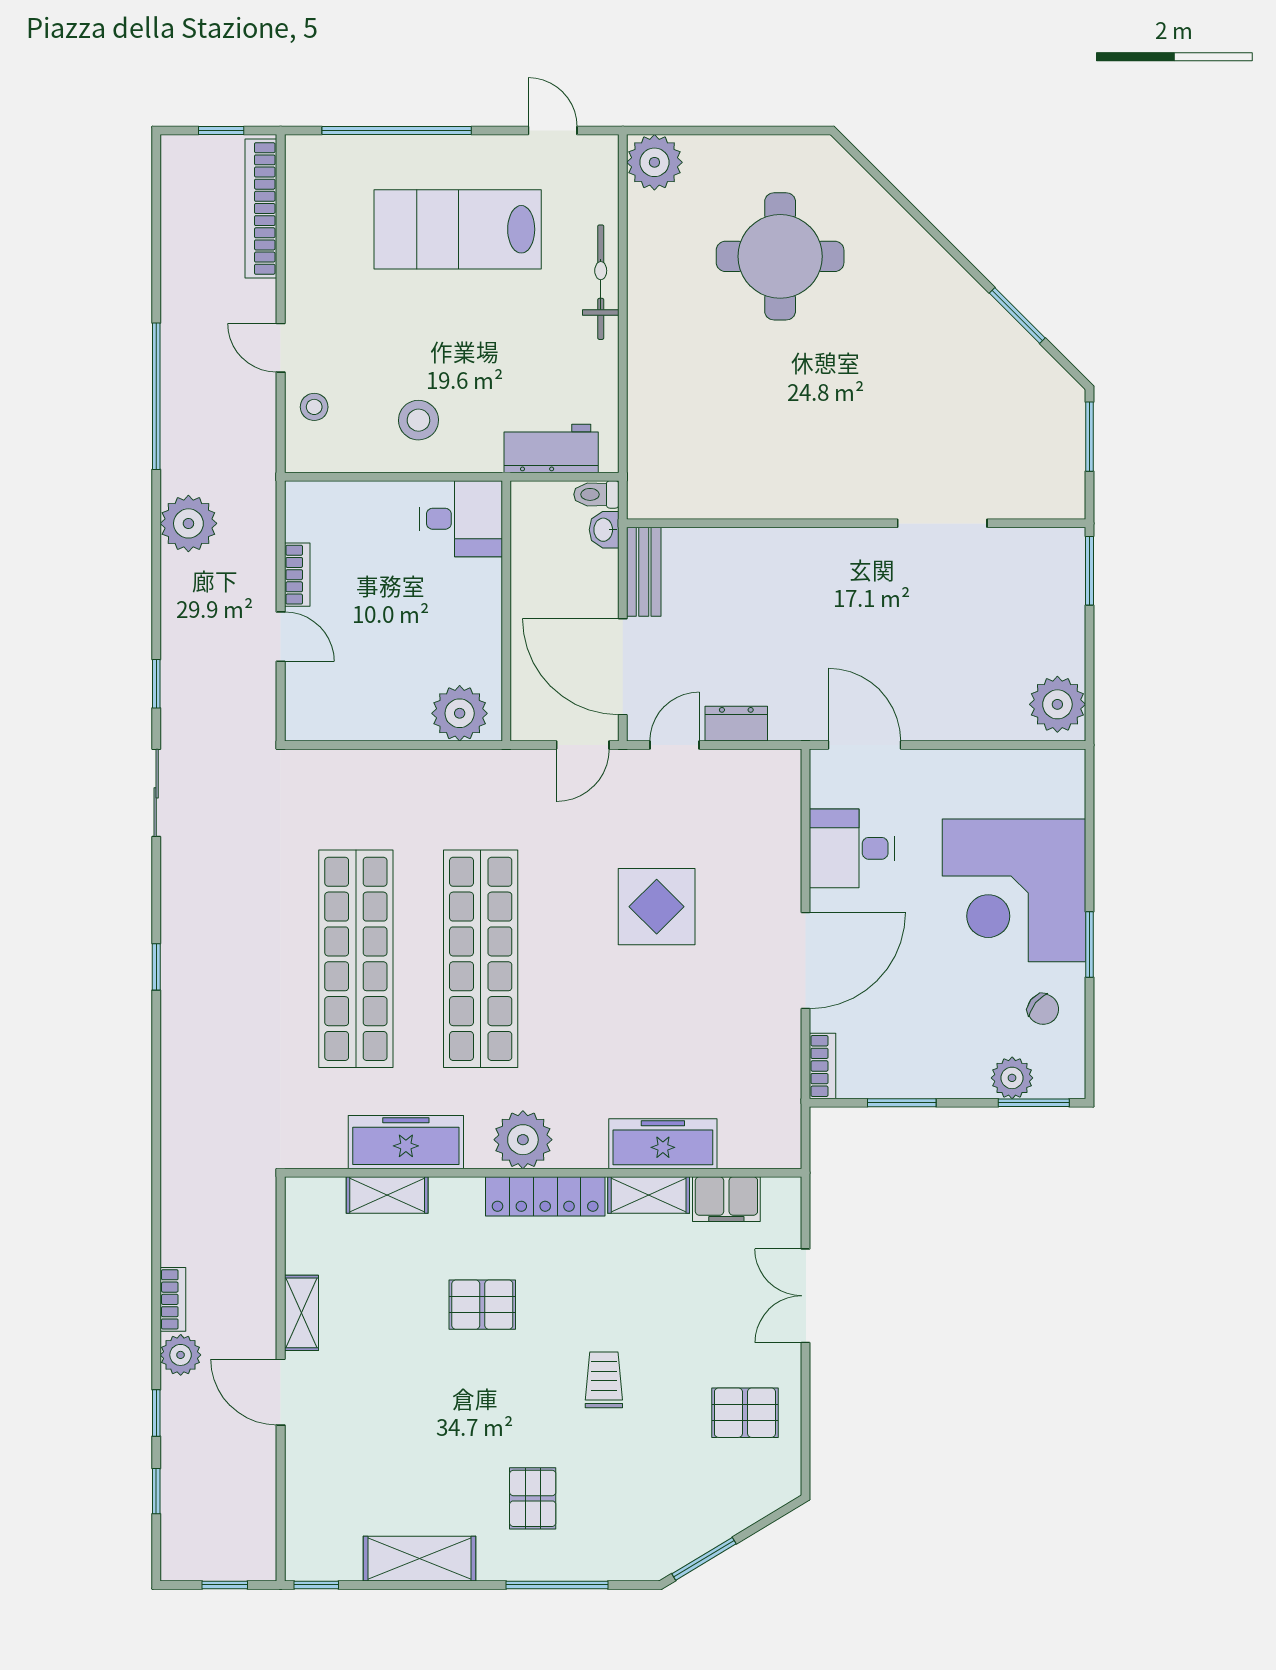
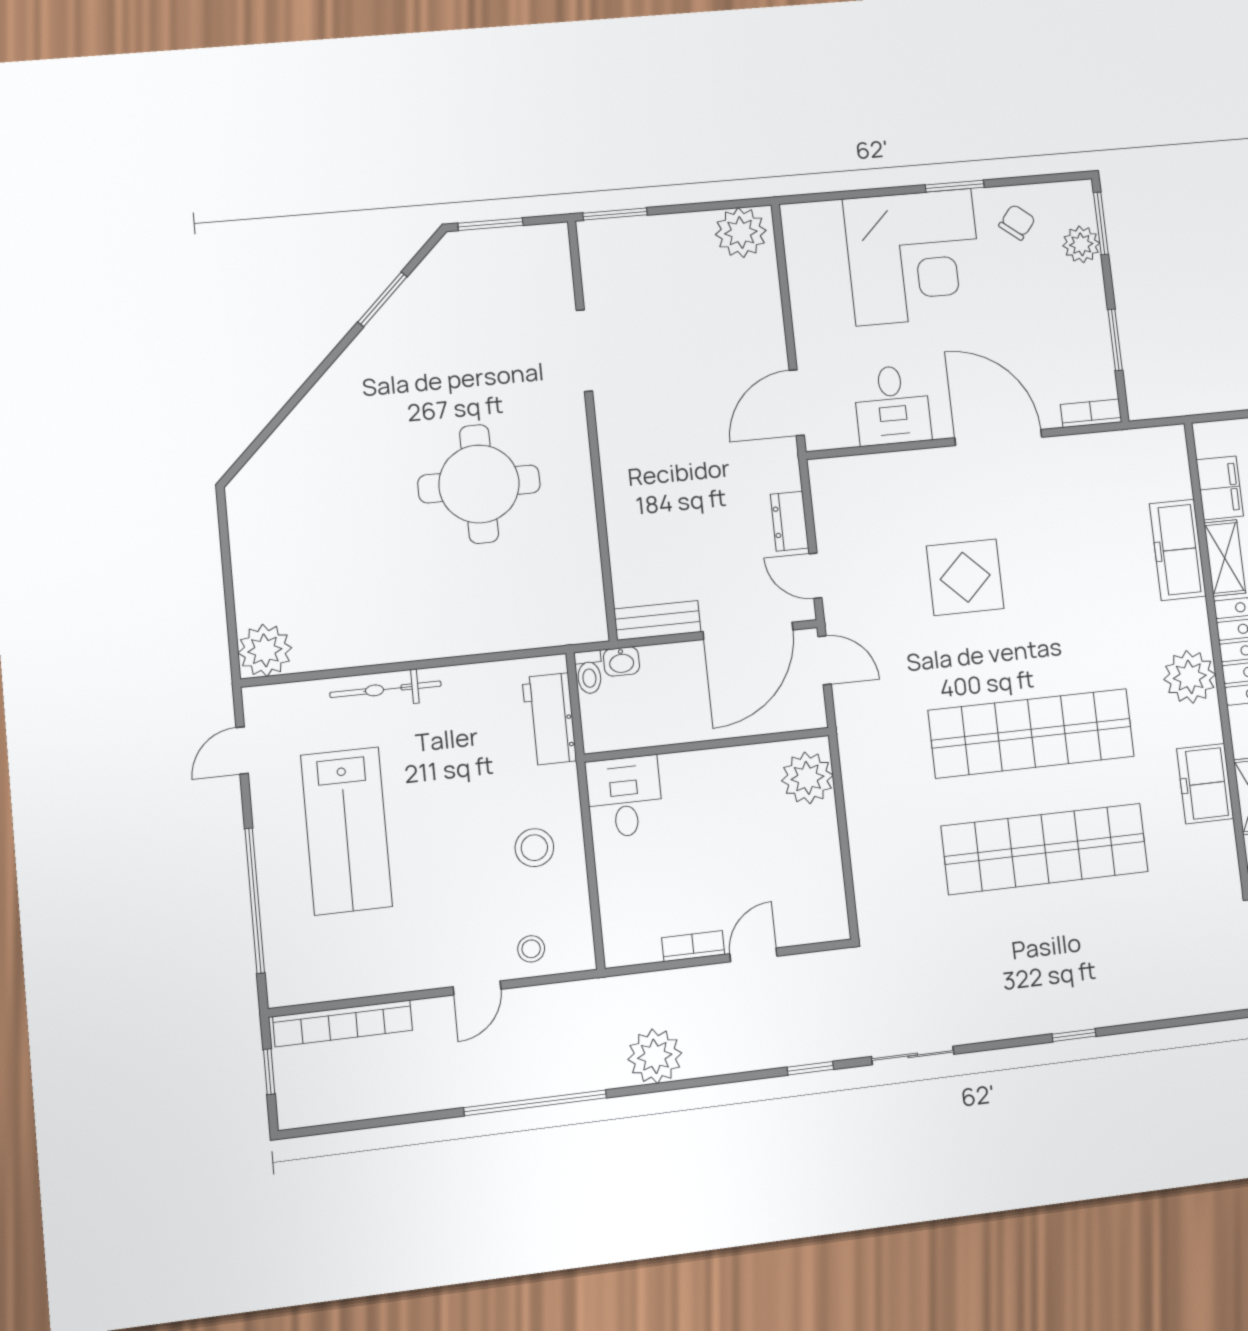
round table: (780, 256) -> (479, 484), moved
freezer: (406, 1142) -> (1205, 784), width x0.71

